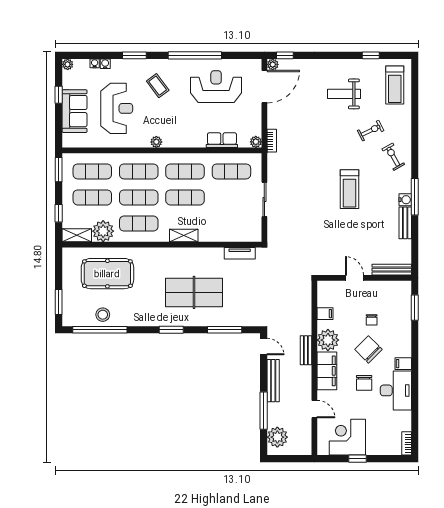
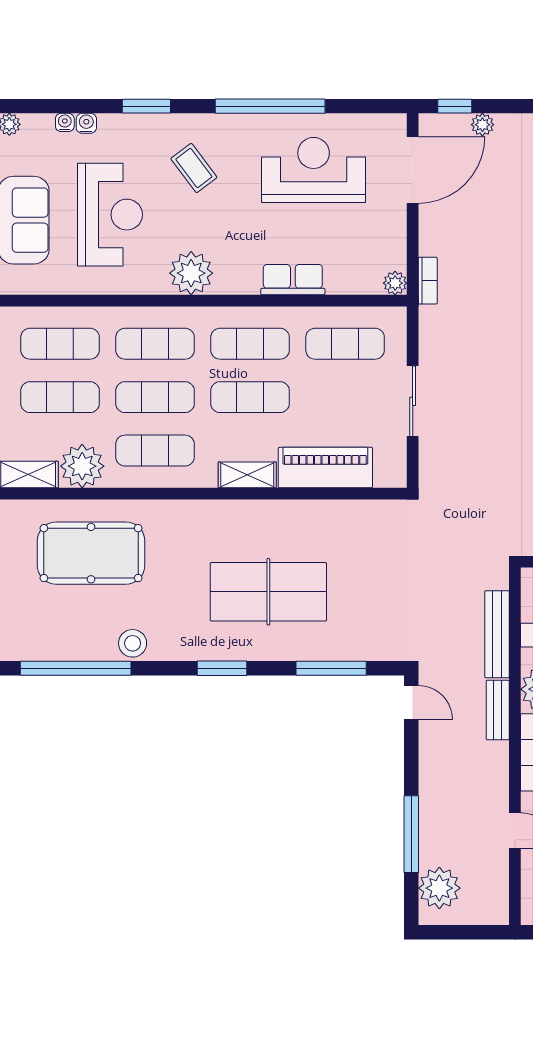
plant: (273, 64) -> (482, 125), moved
row of seats: (222, 140) -> (293, 280), moved
plant: (156, 142) -> (191, 273), width x1.88, depth x1.88
piano: (222, 232) -> (325, 468), added
tv unit: (240, 253) -> (362, 511), removed
stool: (103, 315) -> (133, 643), moved
bench: (273, 381) -> (497, 634), moved

